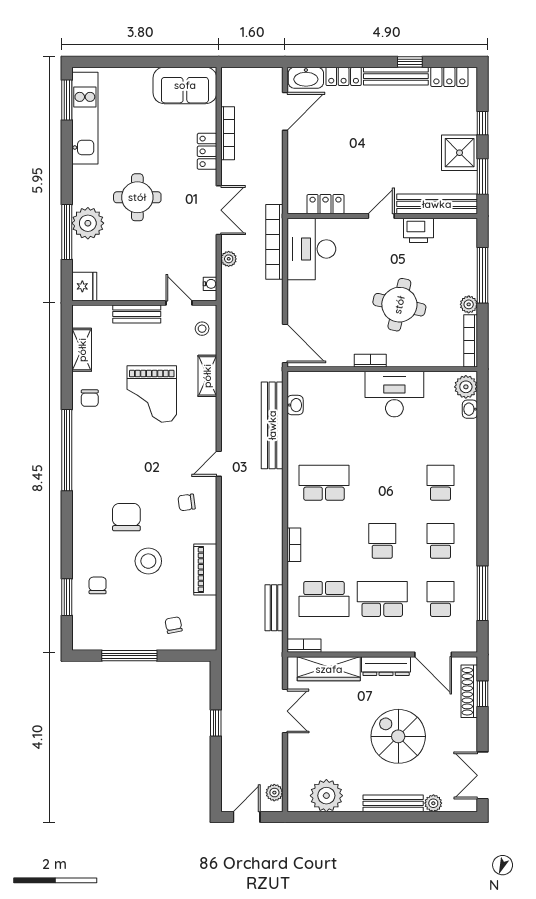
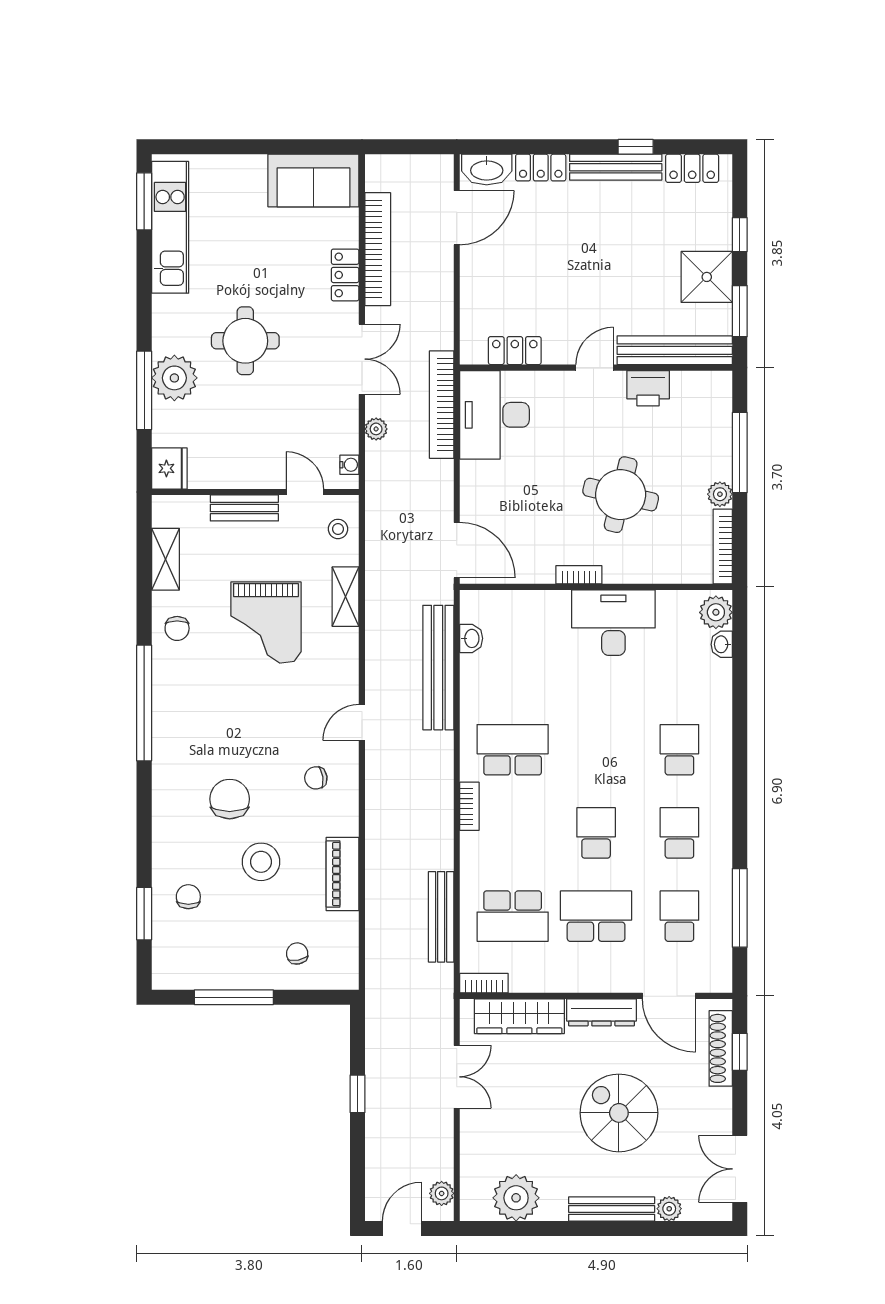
bookcase: (228, 133) -> (378, 249), width x1.48, depth x1.31
bookcase: (294, 545) -> (469, 806), moved
bench: (274, 608) -> (441, 917), width x1.36

